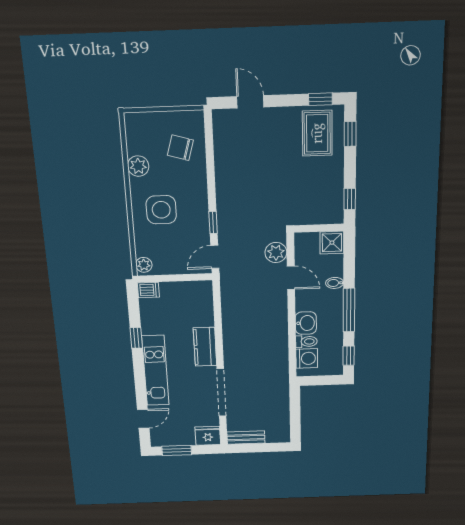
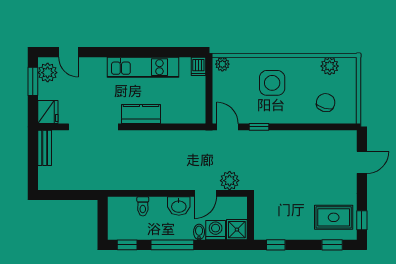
plant: (138, 166) -> (330, 66), moved
washbasin: (306, 323) -> (179, 206), moved
window: (136, 338) -> (152, 52), removed
washing machine: (307, 358) -> (216, 230), moved, turned 180
kitchen unit: (155, 371) -> (143, 67), moved
plant: (166, 437) -> (48, 73), added

